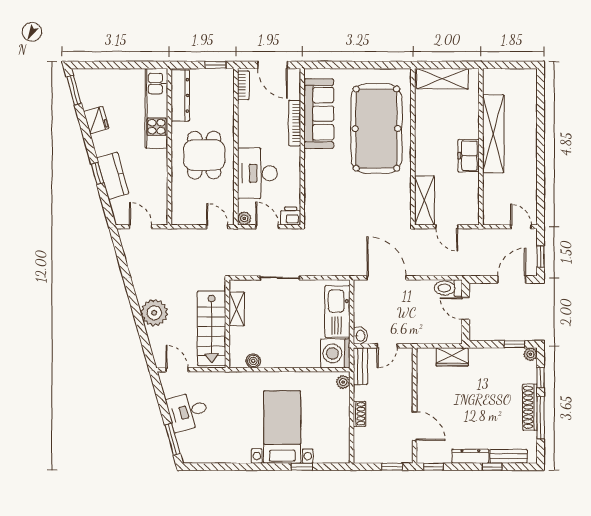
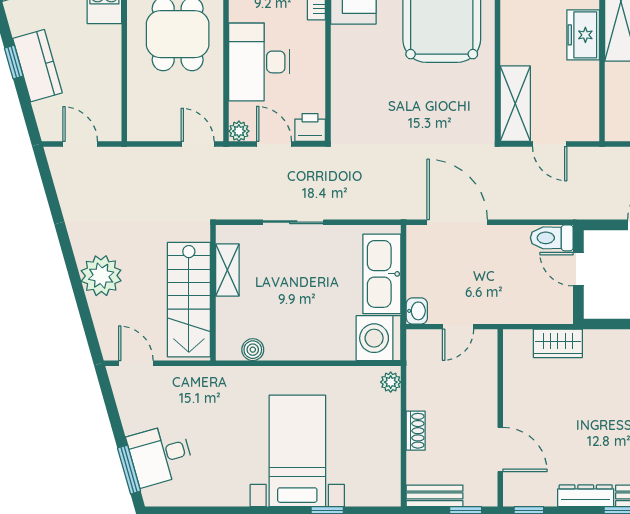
bench: (360, 366) -> (435, 496), moved, turned 90
desk: (188, 411) -> (160, 455), moved

